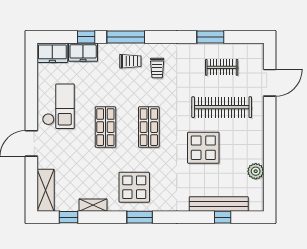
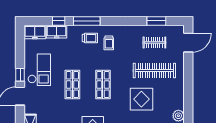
window: (210, 37) -> (156, 21), moved
door: (270, 83) -> (188, 43), moved
window: (31, 113) -> (20, 75), added

